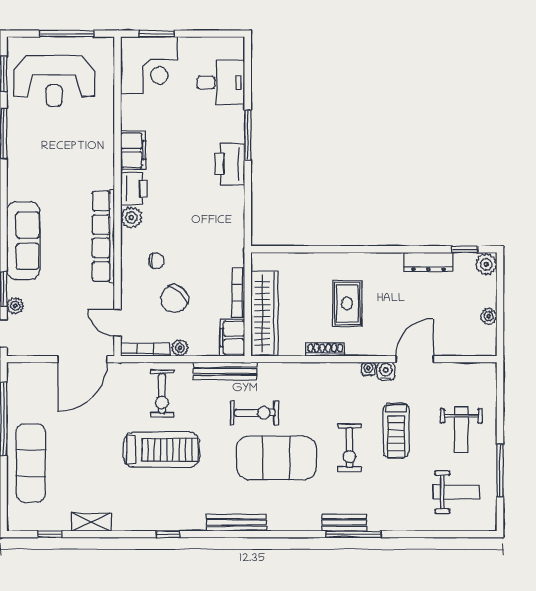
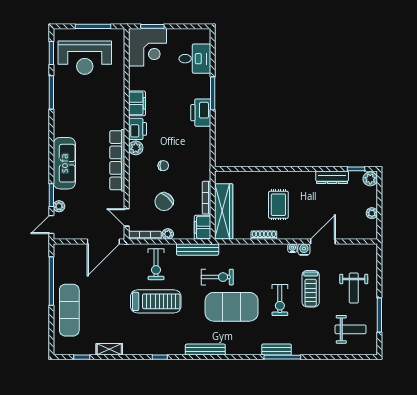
chair: (156, 261) -> (163, 166), moved

